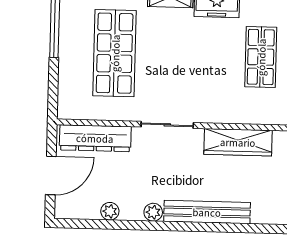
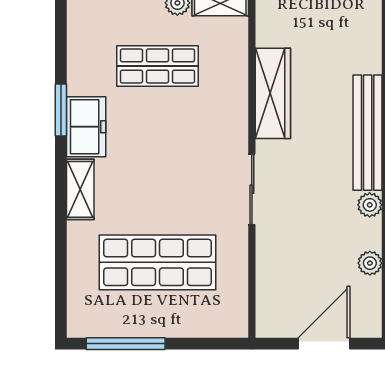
dresser: (95, 138) -> (272, 285), removed
door: (51, 175) -> (324, 344), hinge flipped

